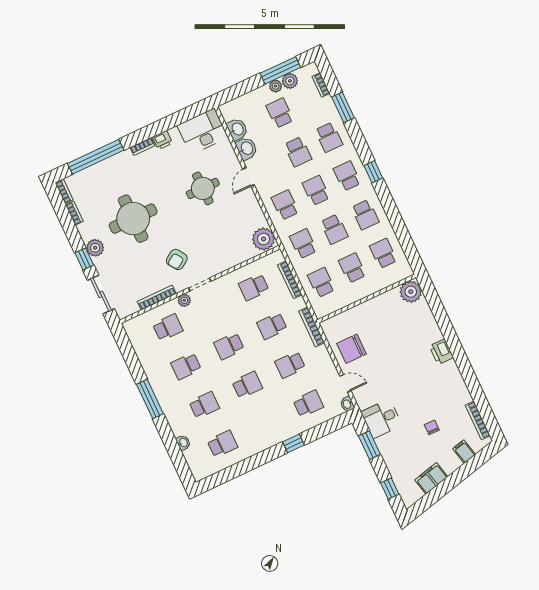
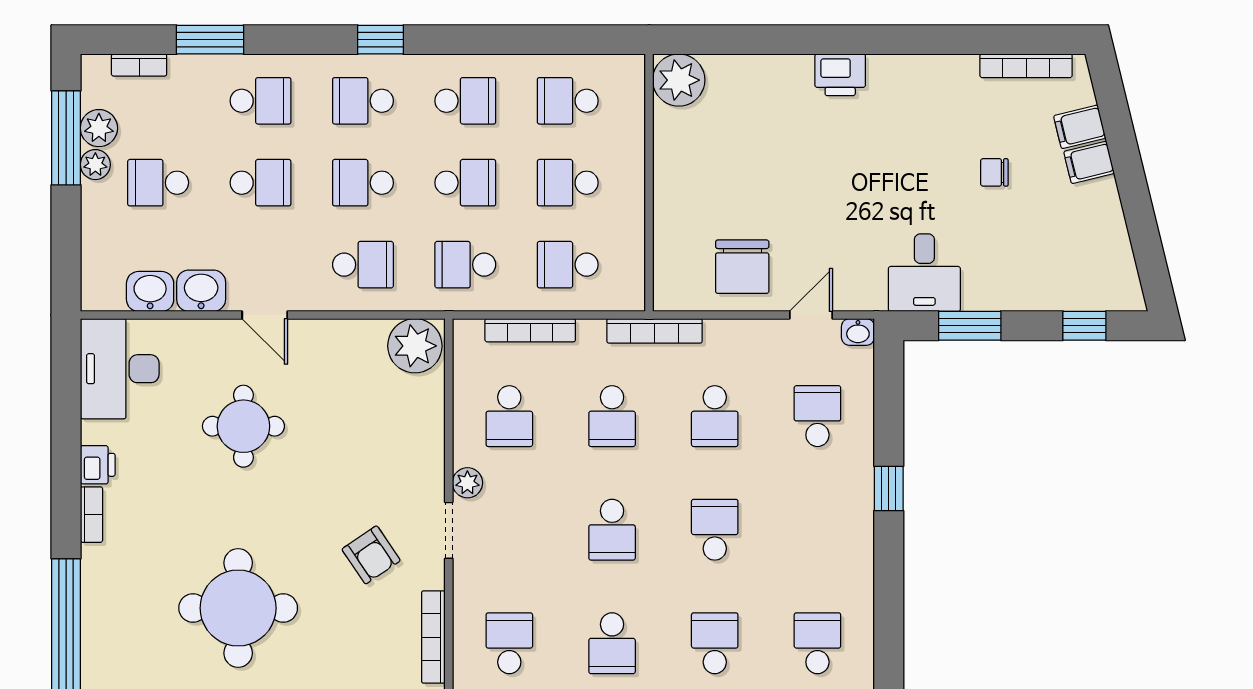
school desk: (285, 205) -> (363, 265), turned 180
plant: (184, 300) -> (467, 483), moved
filing cabinet: (431, 478) -> (1089, 162), moved, width x0.50

